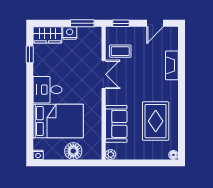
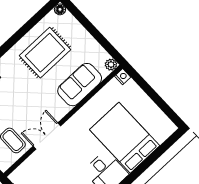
floor lamp: (73, 151) -> (138, 100), removed
nightstand: (38, 155) -> (123, 77), moved

